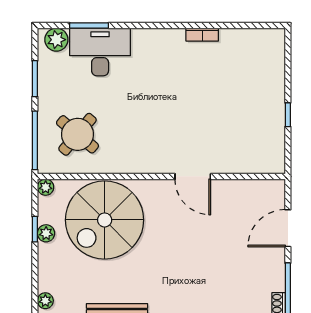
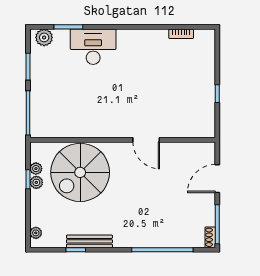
bookcase: (202, 35) -> (181, 34), moved
desk: (100, 52) -> (93, 47), moved
round table: (78, 134) -> (60, 108), removed
plant: (46, 187) -> (36, 169), moved

